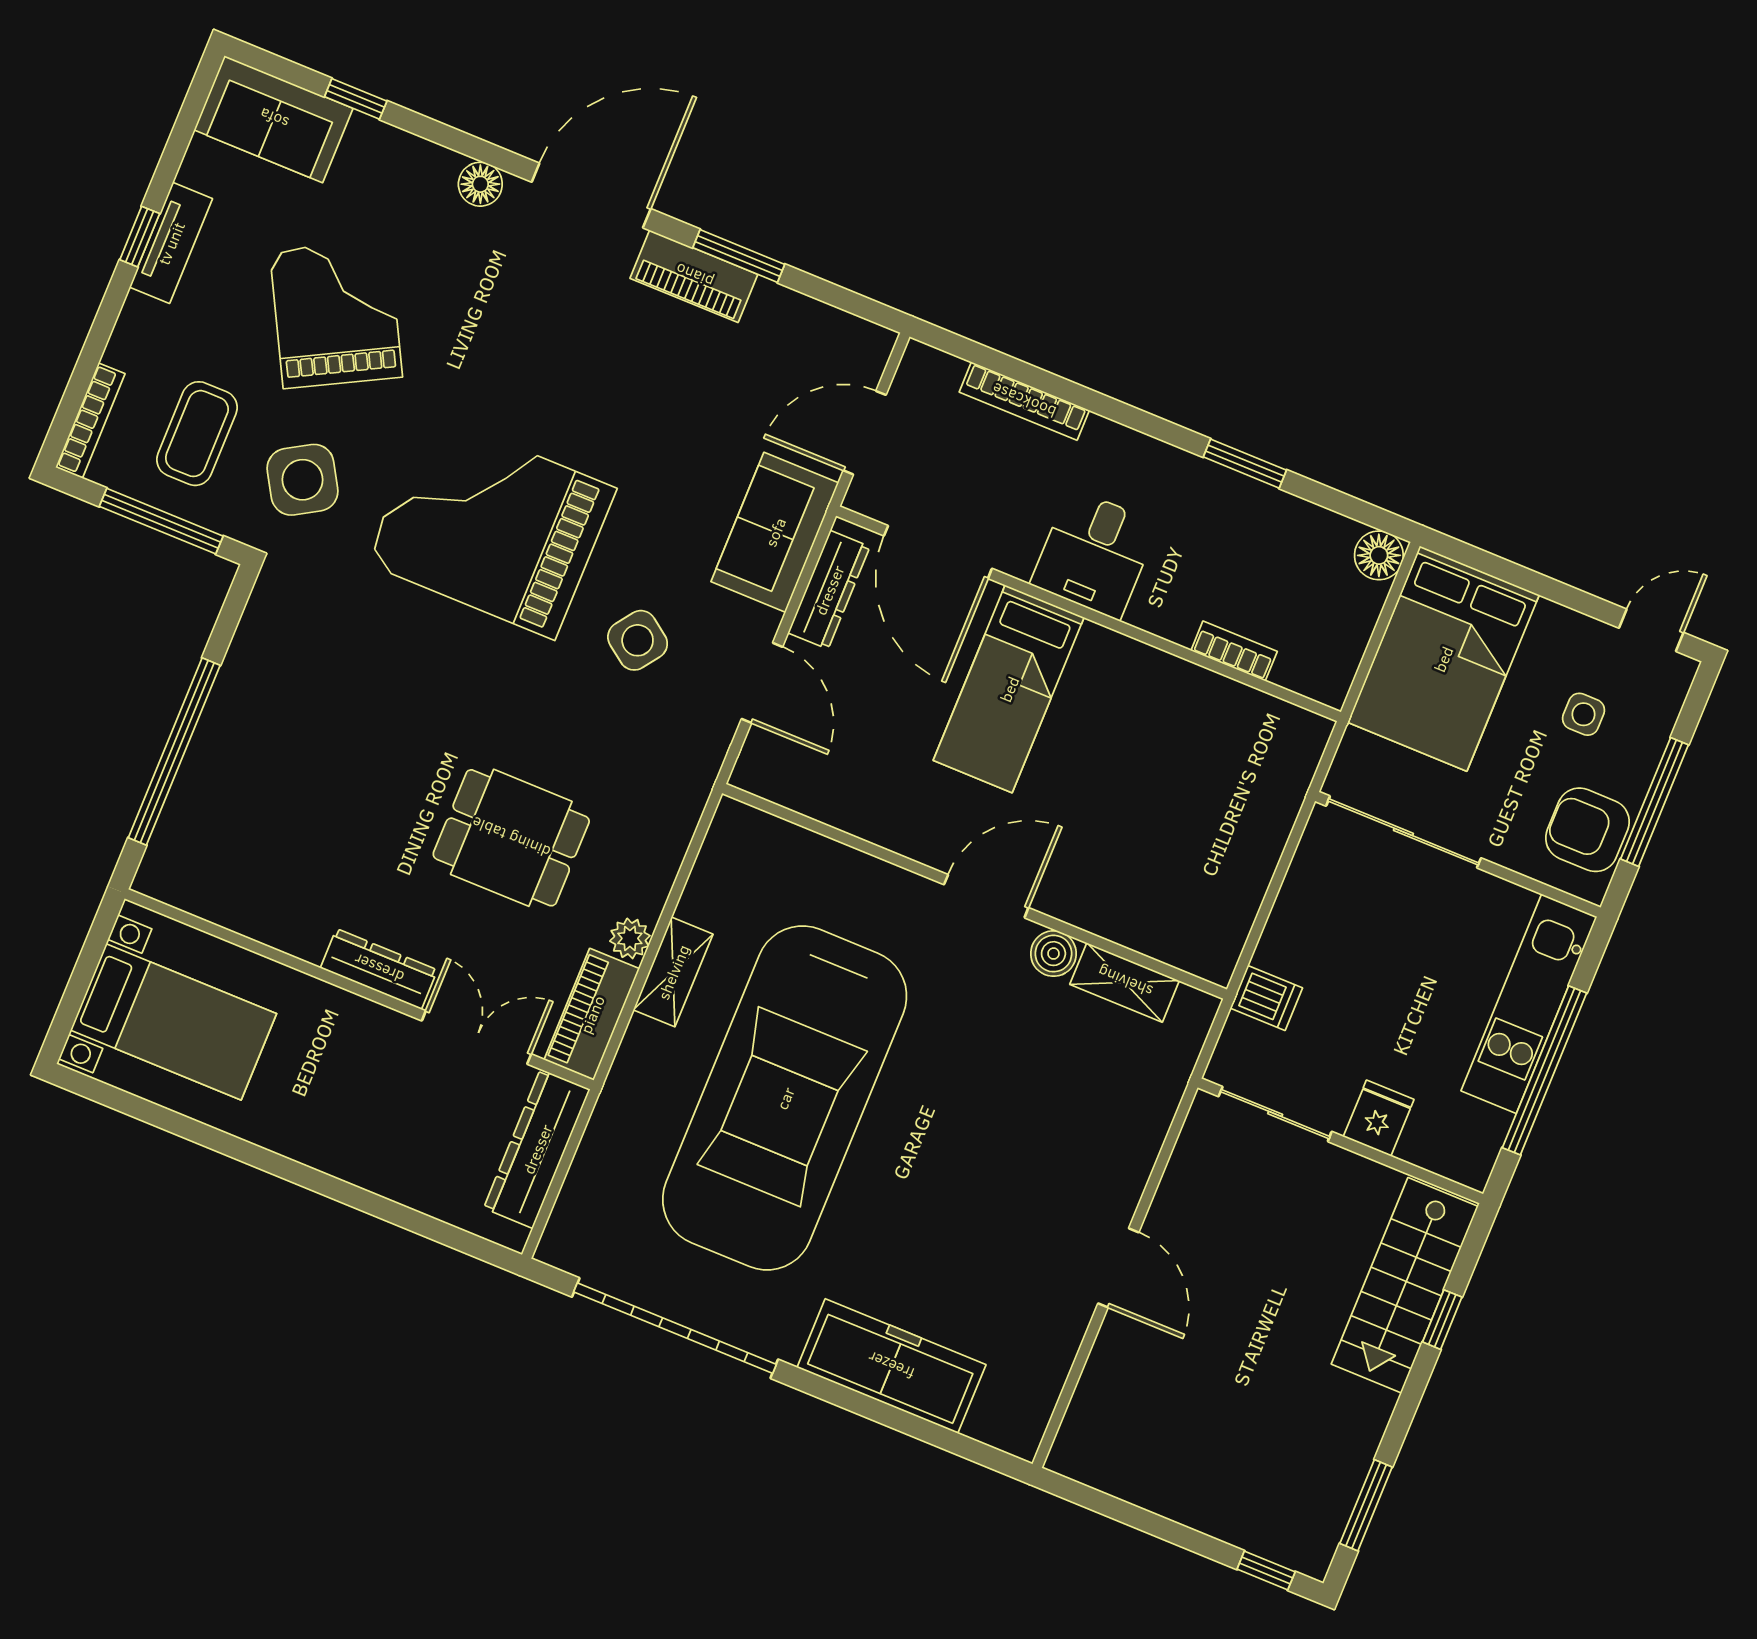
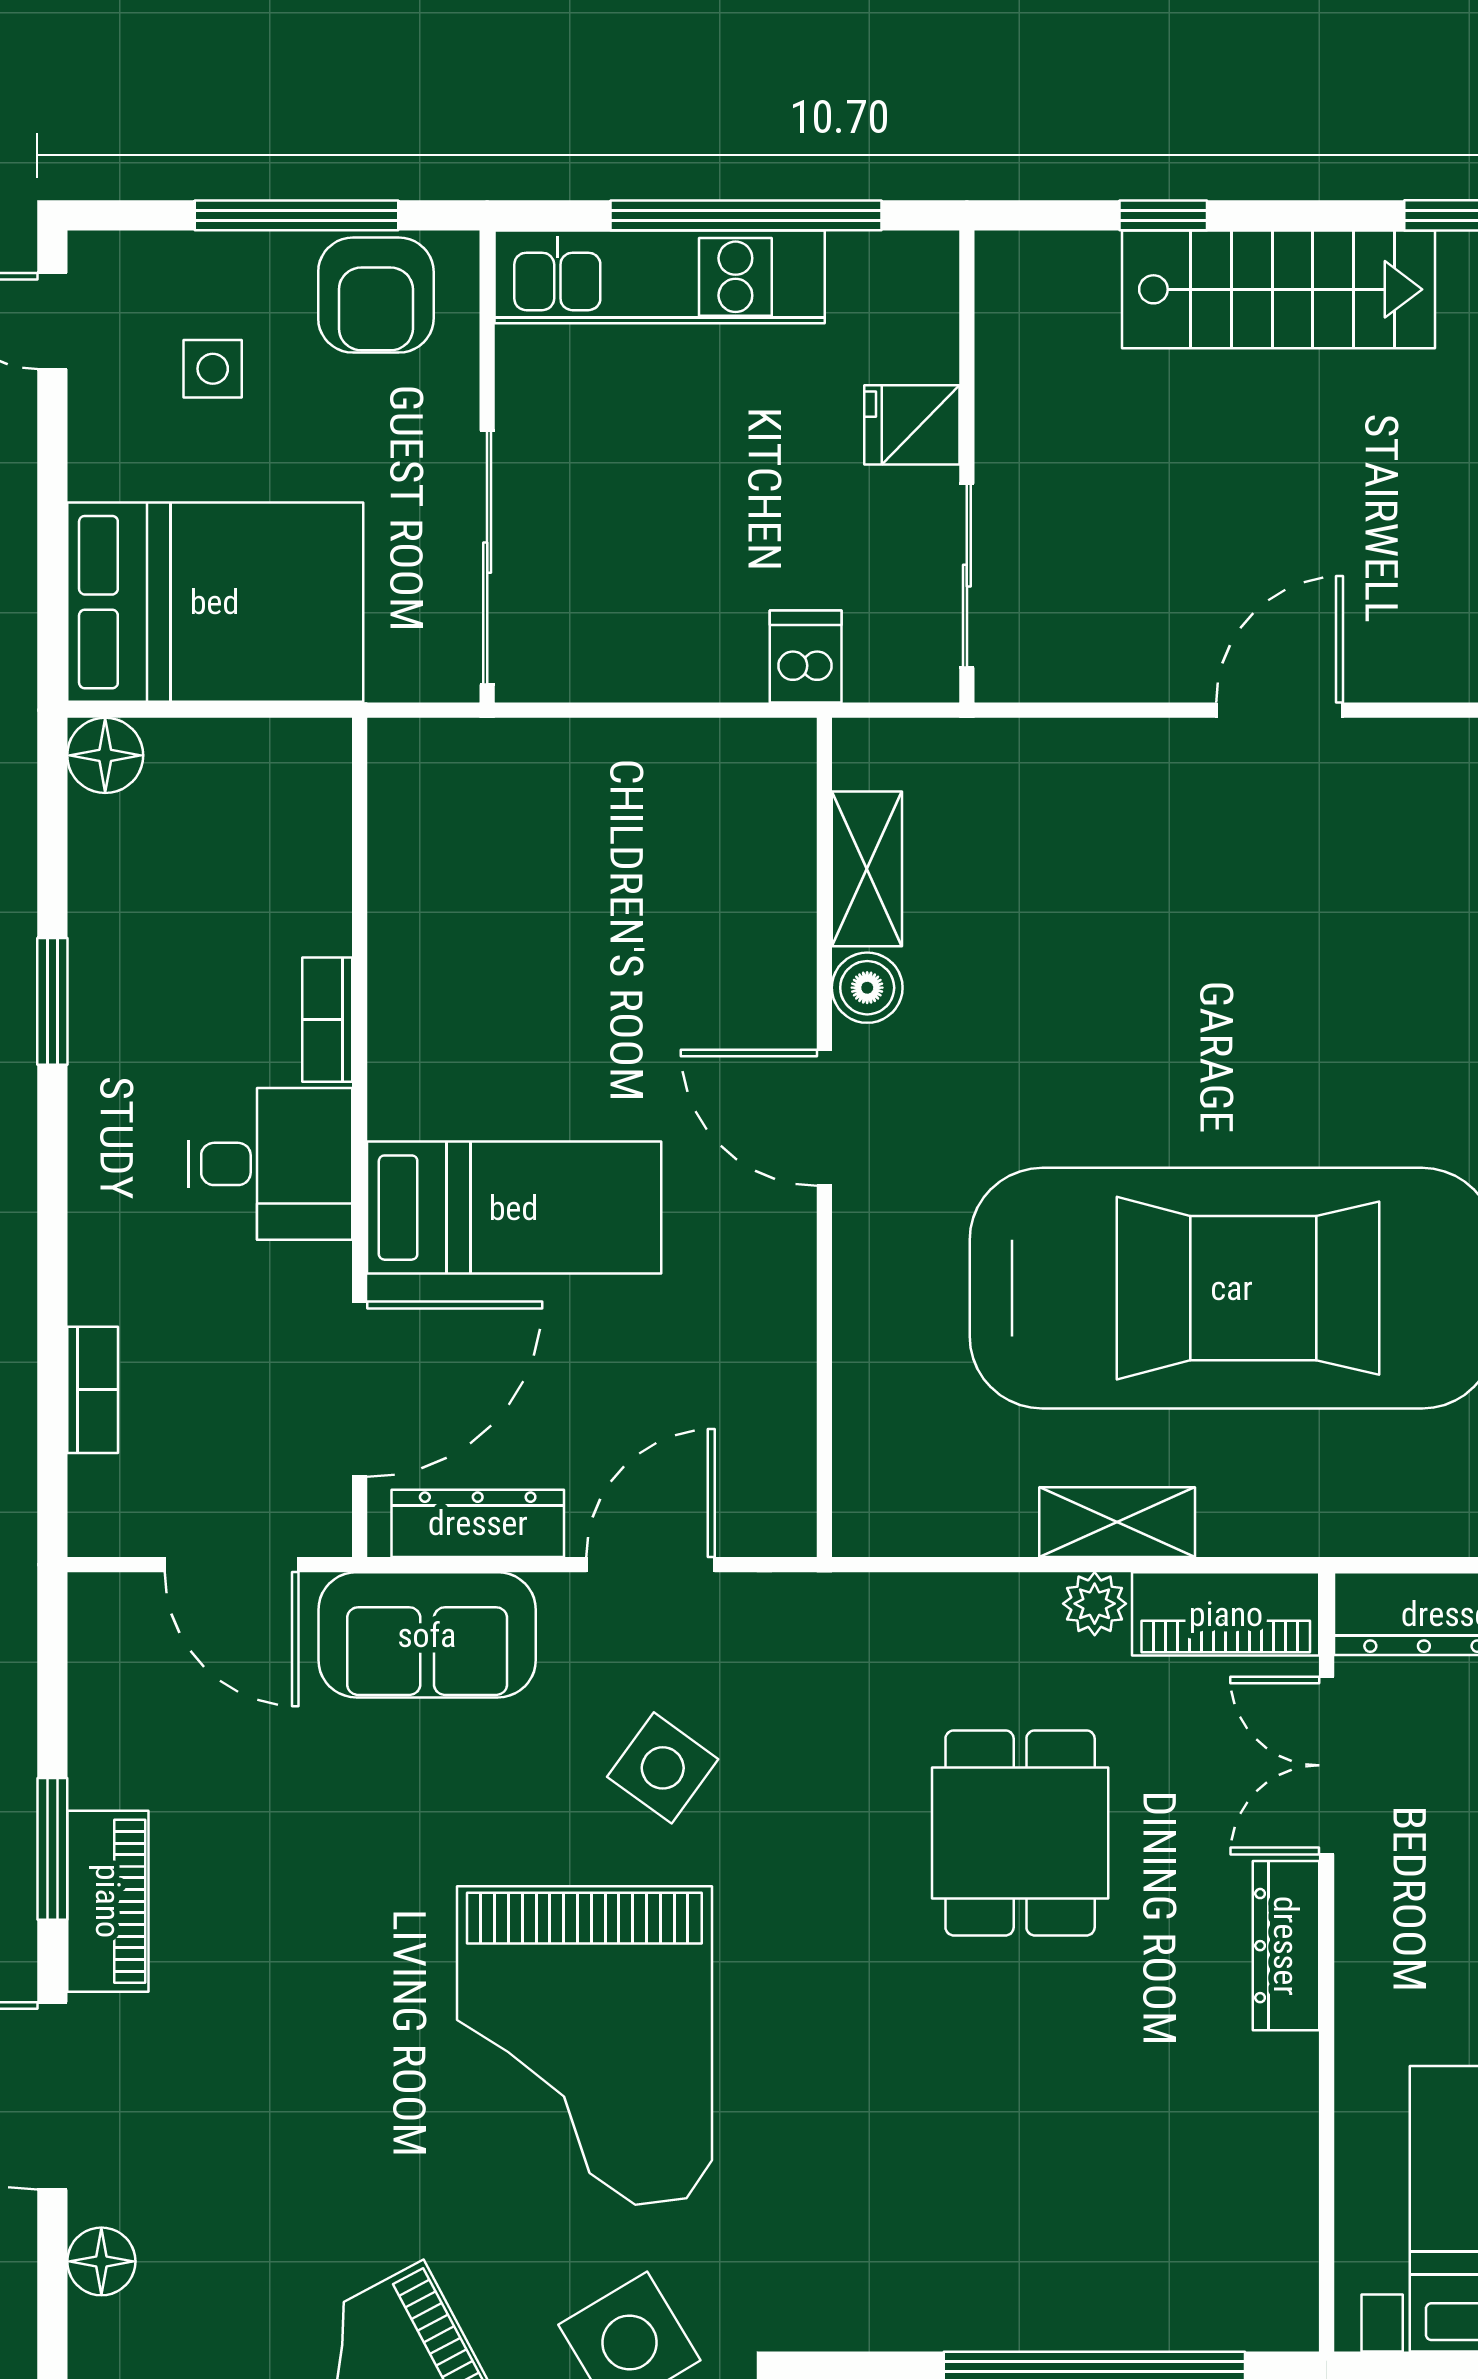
bookcase: (1024, 401) -> (93, 1390), width x0.64
bookcase: (1234, 651) -> (327, 1020), moved
stairs: (1405, 1285) -> (1278, 289), moved

